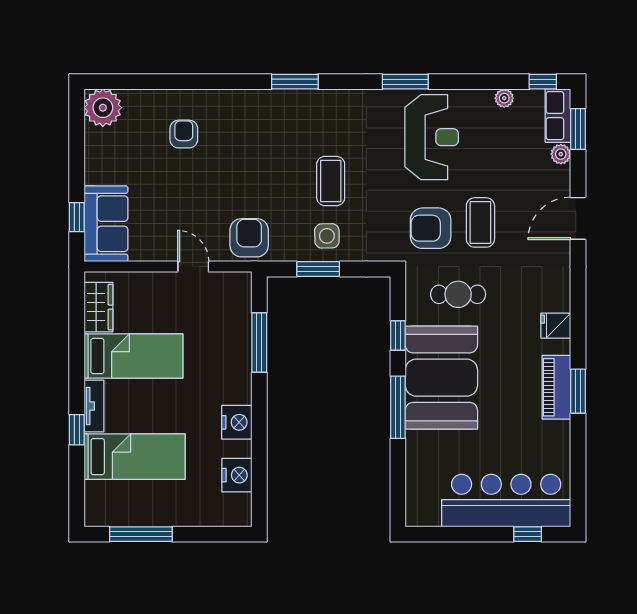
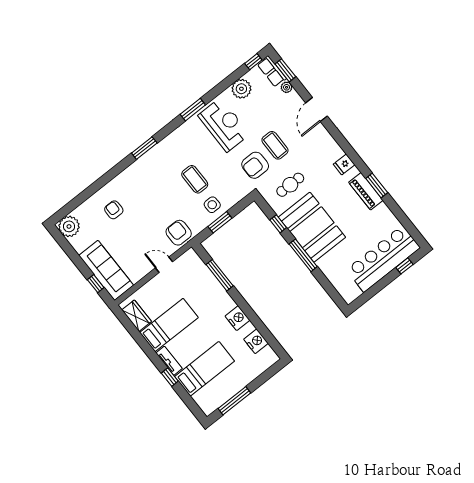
plant: (504, 98) -> (241, 89), width x1.88, depth x1.88
sofa: (106, 224) -> (106, 270), width x1.36

